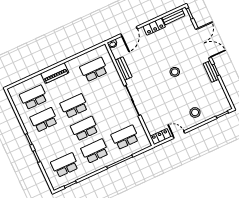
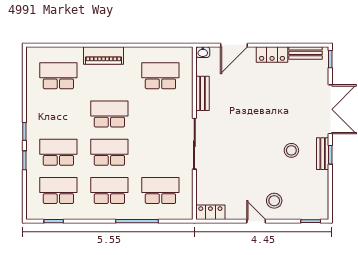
stool: (175, 72) -> (291, 150), moved
school desk: (44, 120) -> (58, 152), moved
door: (179, 135) -> (256, 221), moved

